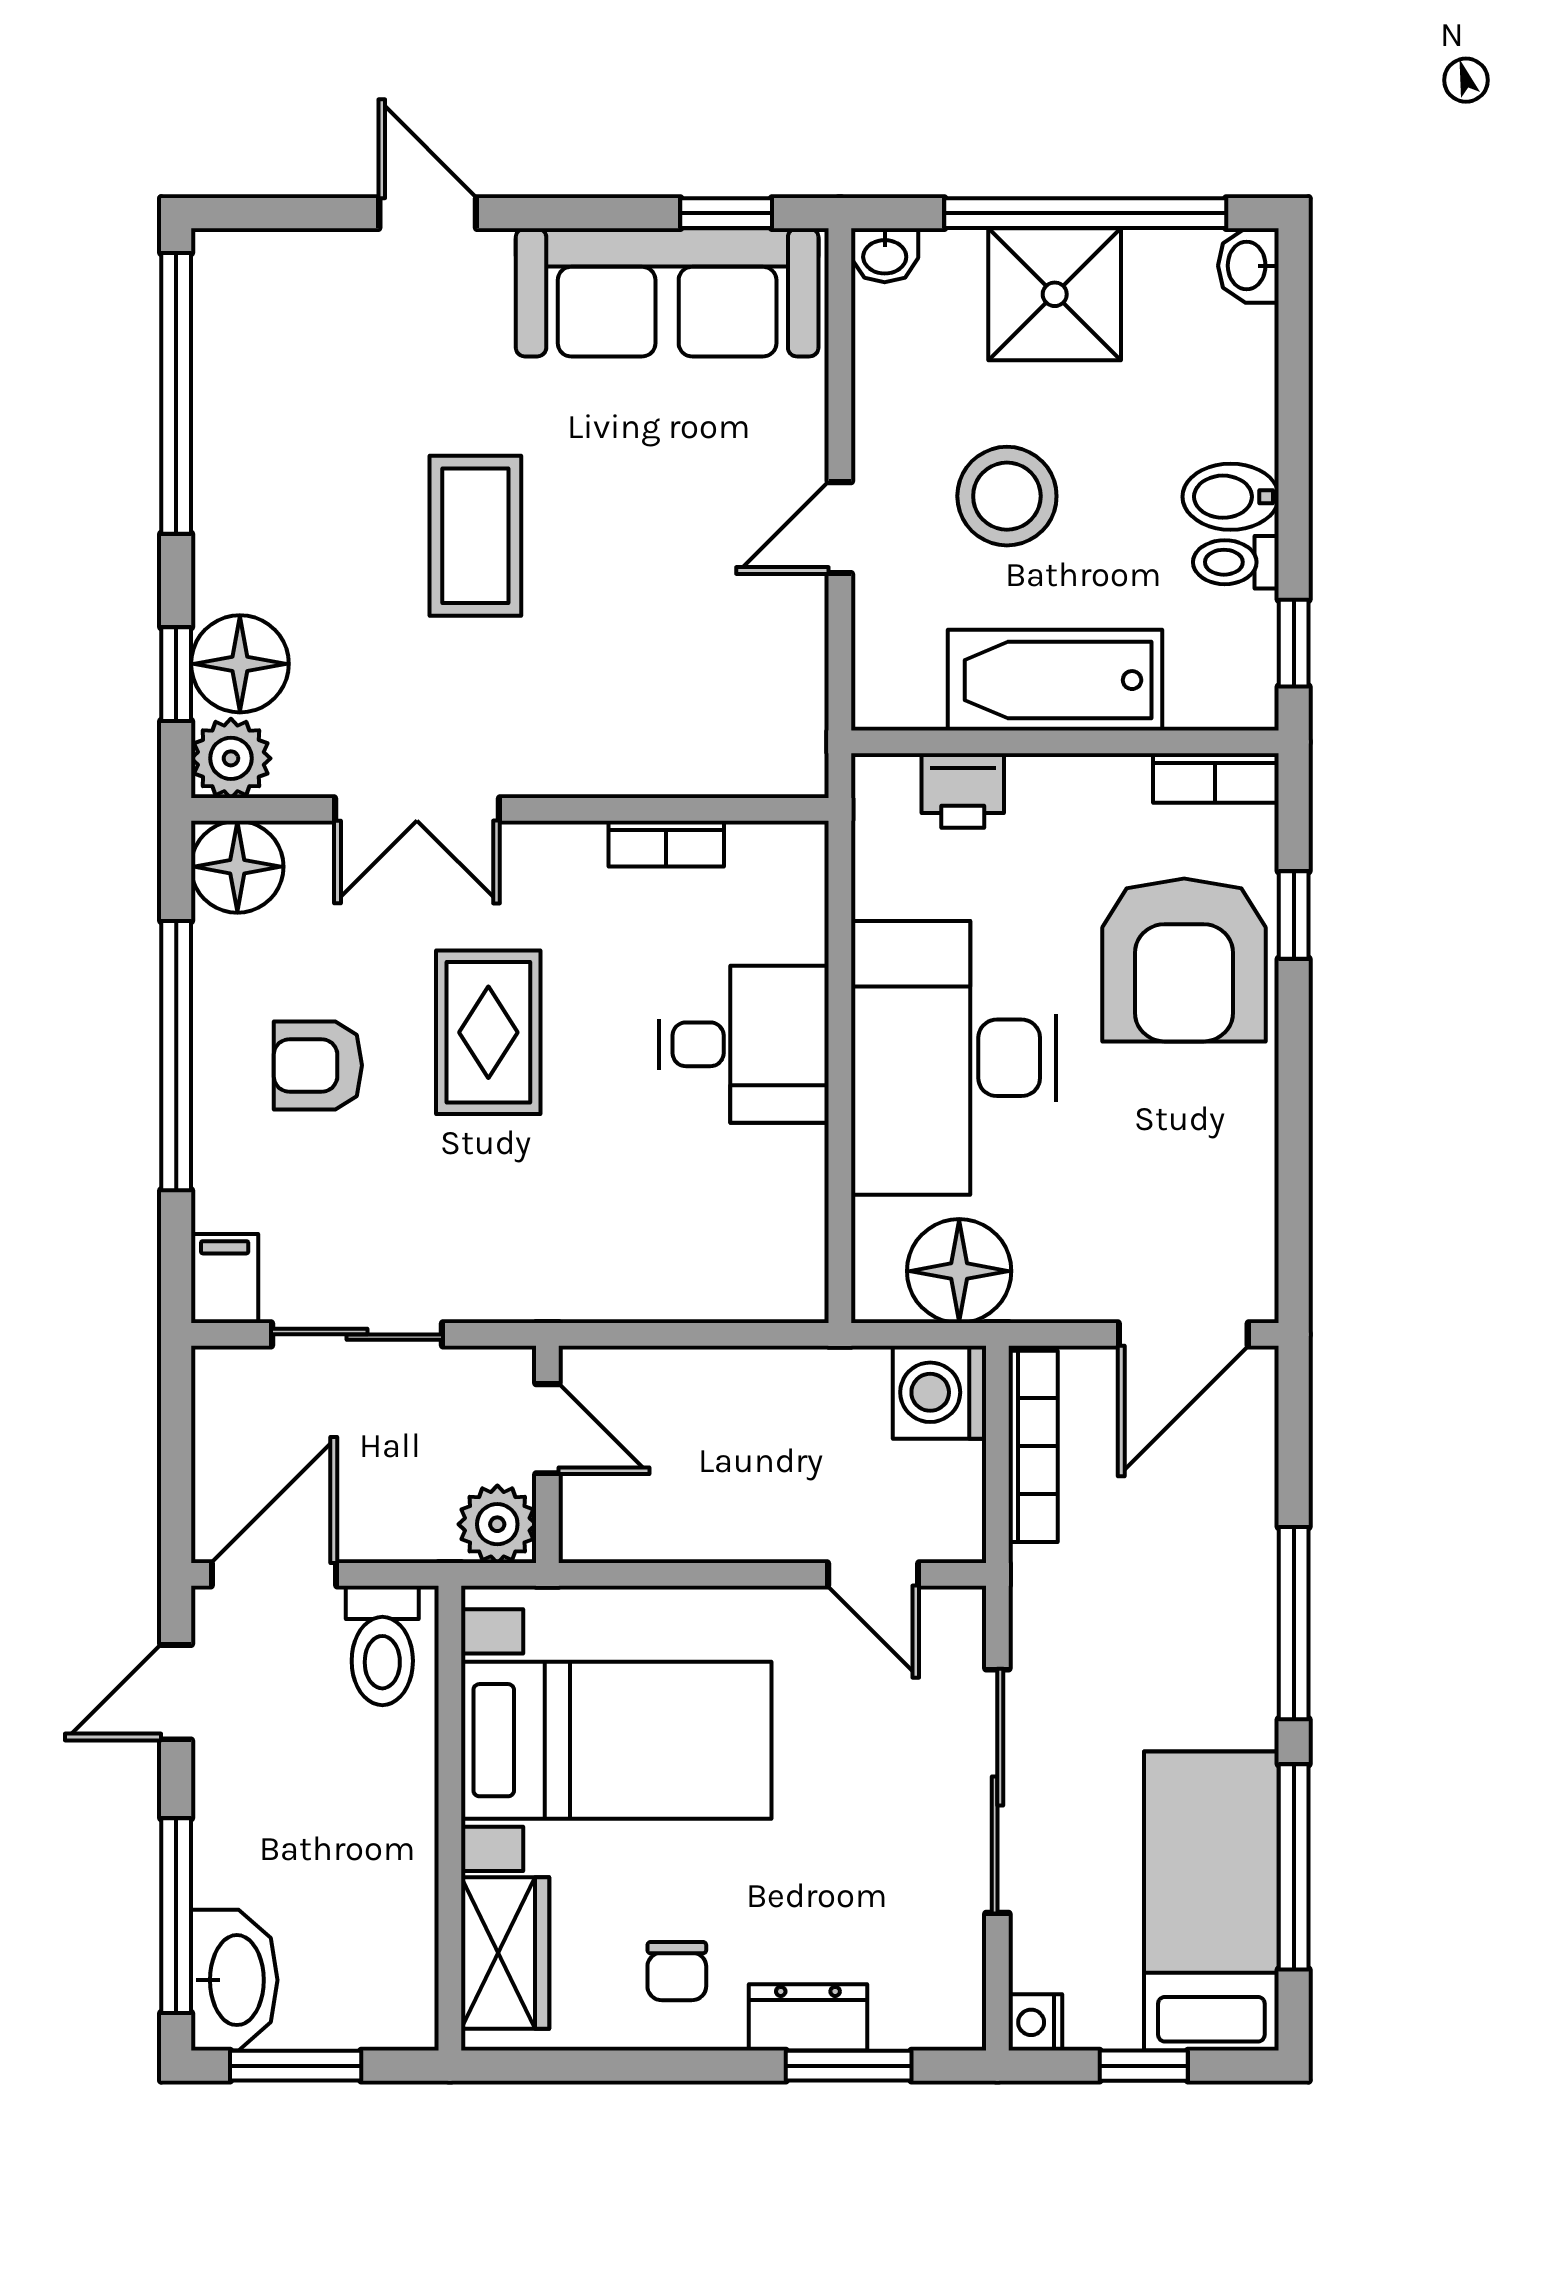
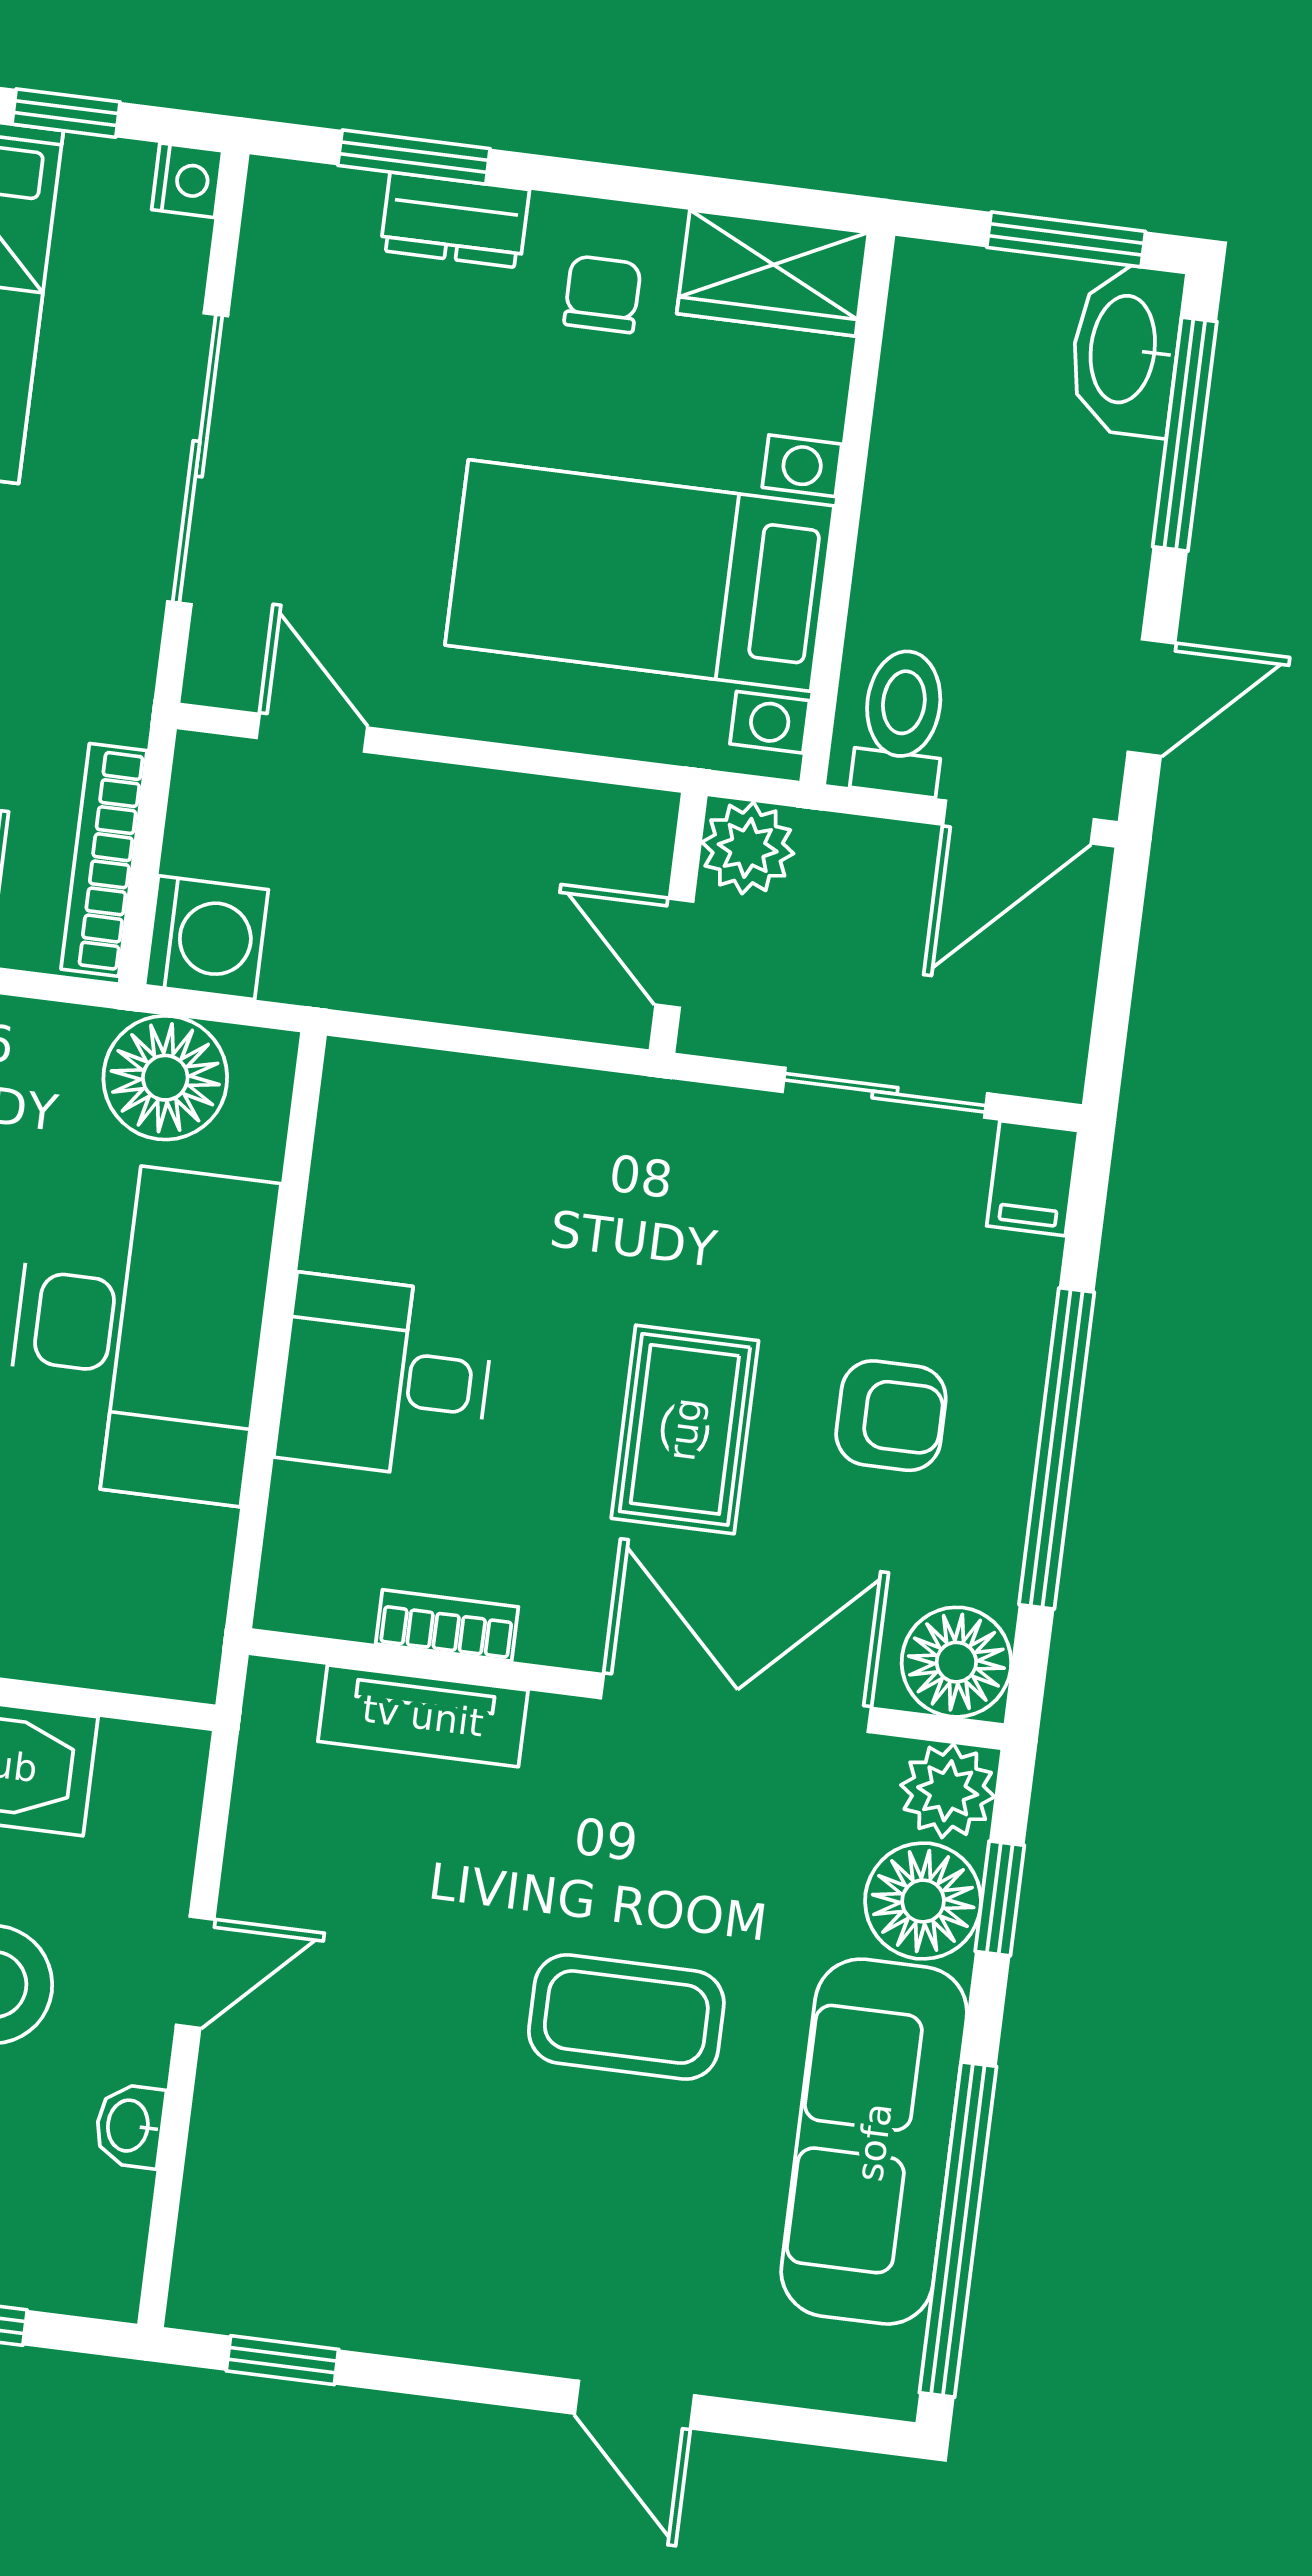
washbasin: (885, 255) -> (130, 2126), moved, turned -90
sofa: (667, 292) -> (874, 2142), moved, turned -90
coffee table: (475, 536) -> (626, 2017), turned 90
tv unit: (677, 766) -> (423, 1716), added
printer: (963, 791) -> (89, 1644), removed
double door: (417, 809) -> (736, 1703), width x1.37
wardrobe: (505, 1953) -> (773, 273), moved, turned -90

